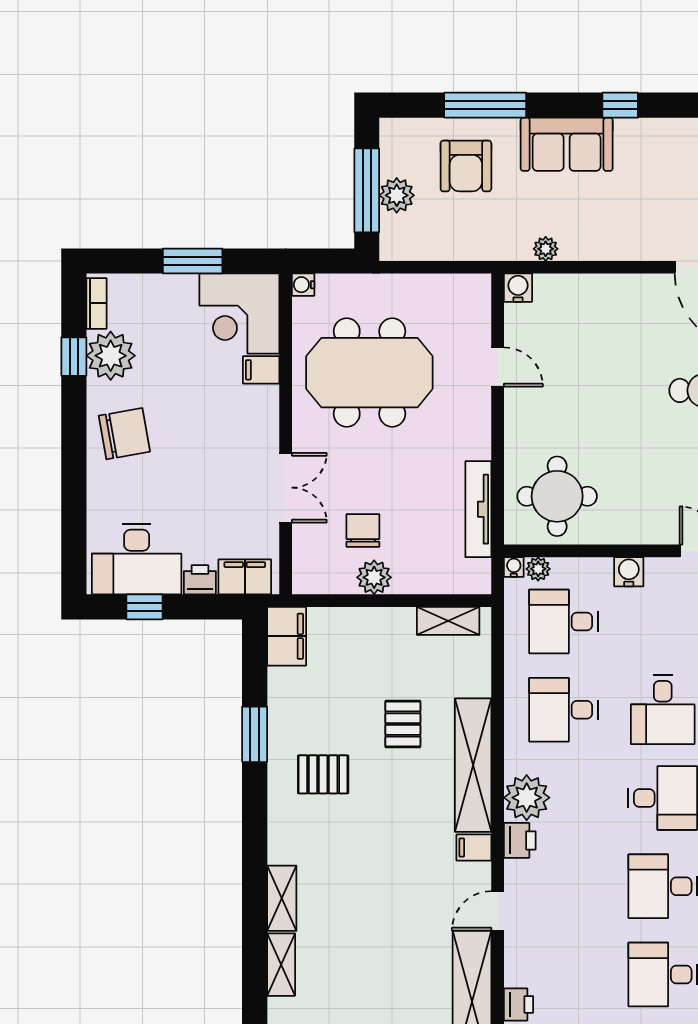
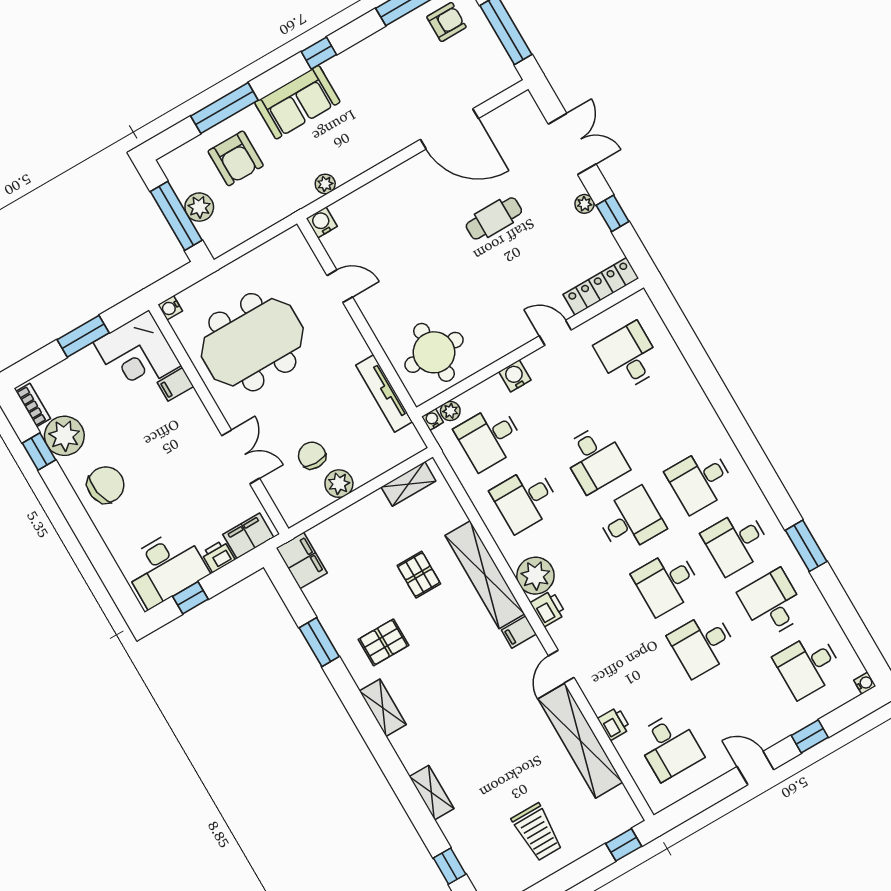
shelving: (282, 898) -> (383, 708), moved

